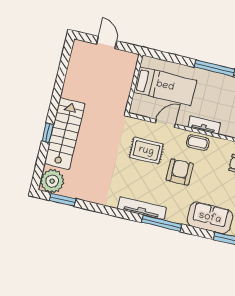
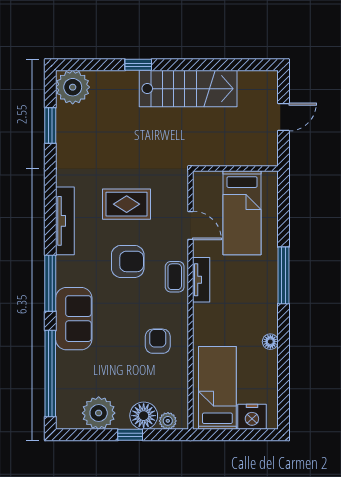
stairs: (65, 134) -> (188, 89), moved
rug: (146, 151) -> (127, 204), moved, turned 90
window: (63, 200) -> (50, 125), moved
window: (162, 223) -> (50, 283), moved

